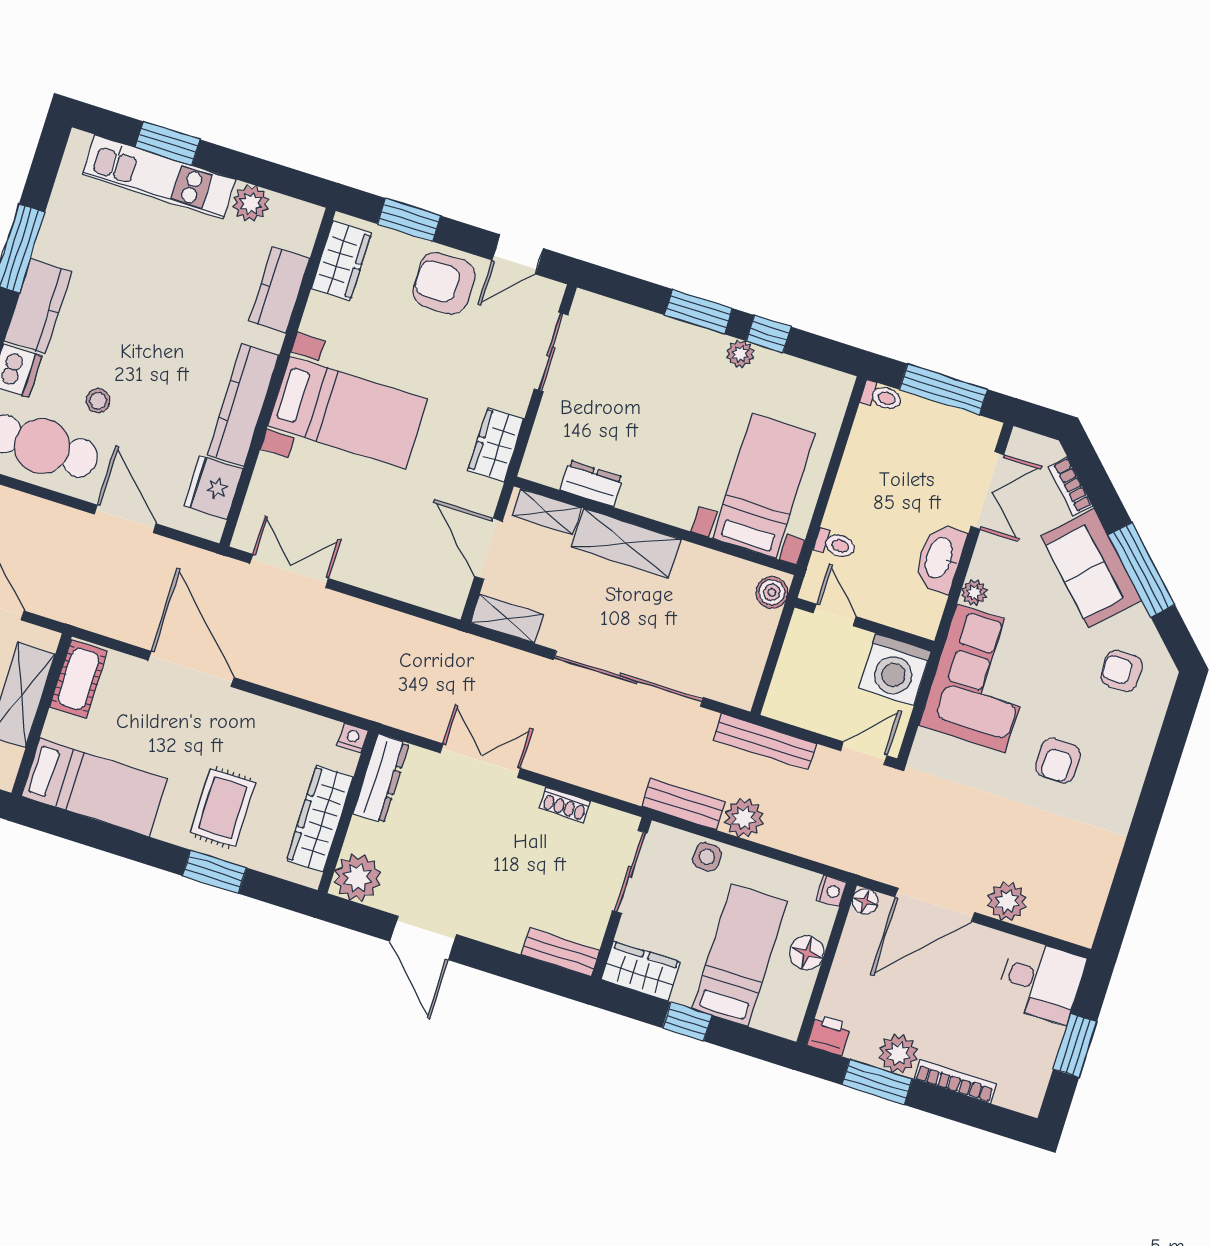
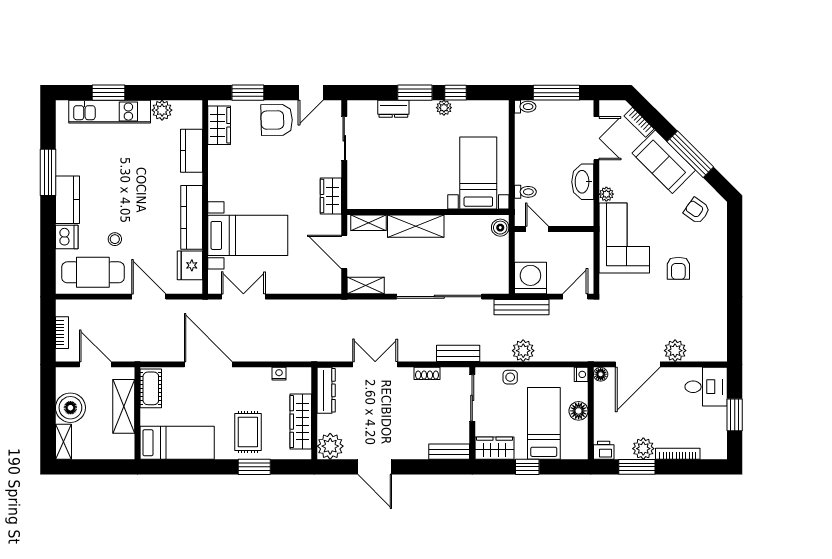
bed with nightstands: (348, 413) -> (248, 235), moved
dresser: (591, 484) -> (393, 109), moved, turned 180
washing machine: (895, 670) -> (530, 278), moved, turned 180
armchair: (1122, 671) -> (697, 211), turned 35
nightstand: (353, 738) -> (279, 374), moved
bench: (684, 804) -> (458, 353), moved

